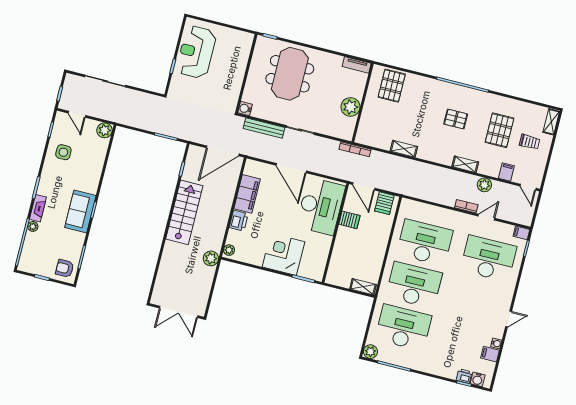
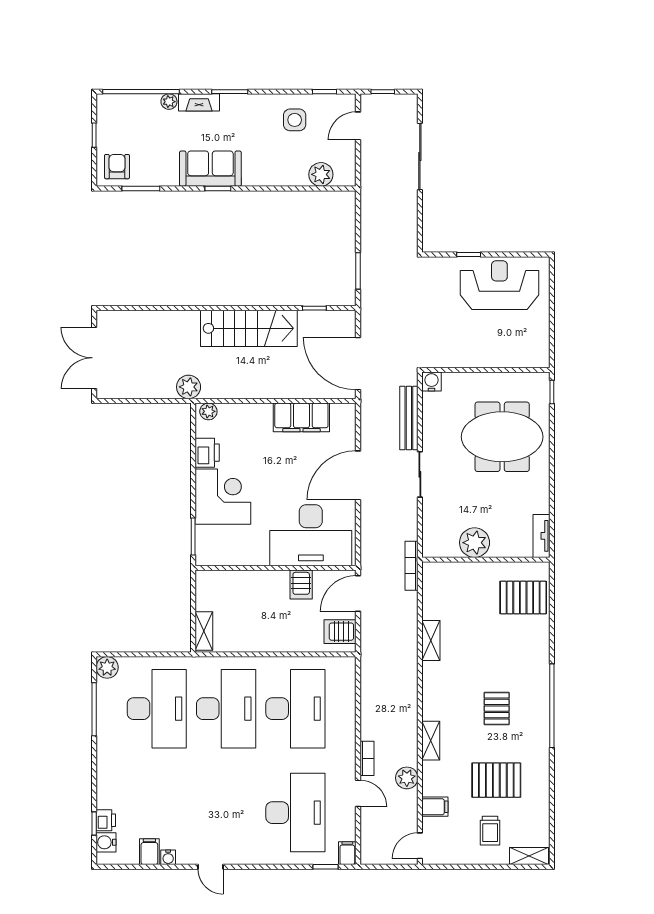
plant: (104, 130) -> (321, 174), moved
printer: (239, 221) -> (207, 453), moved, turned -90

